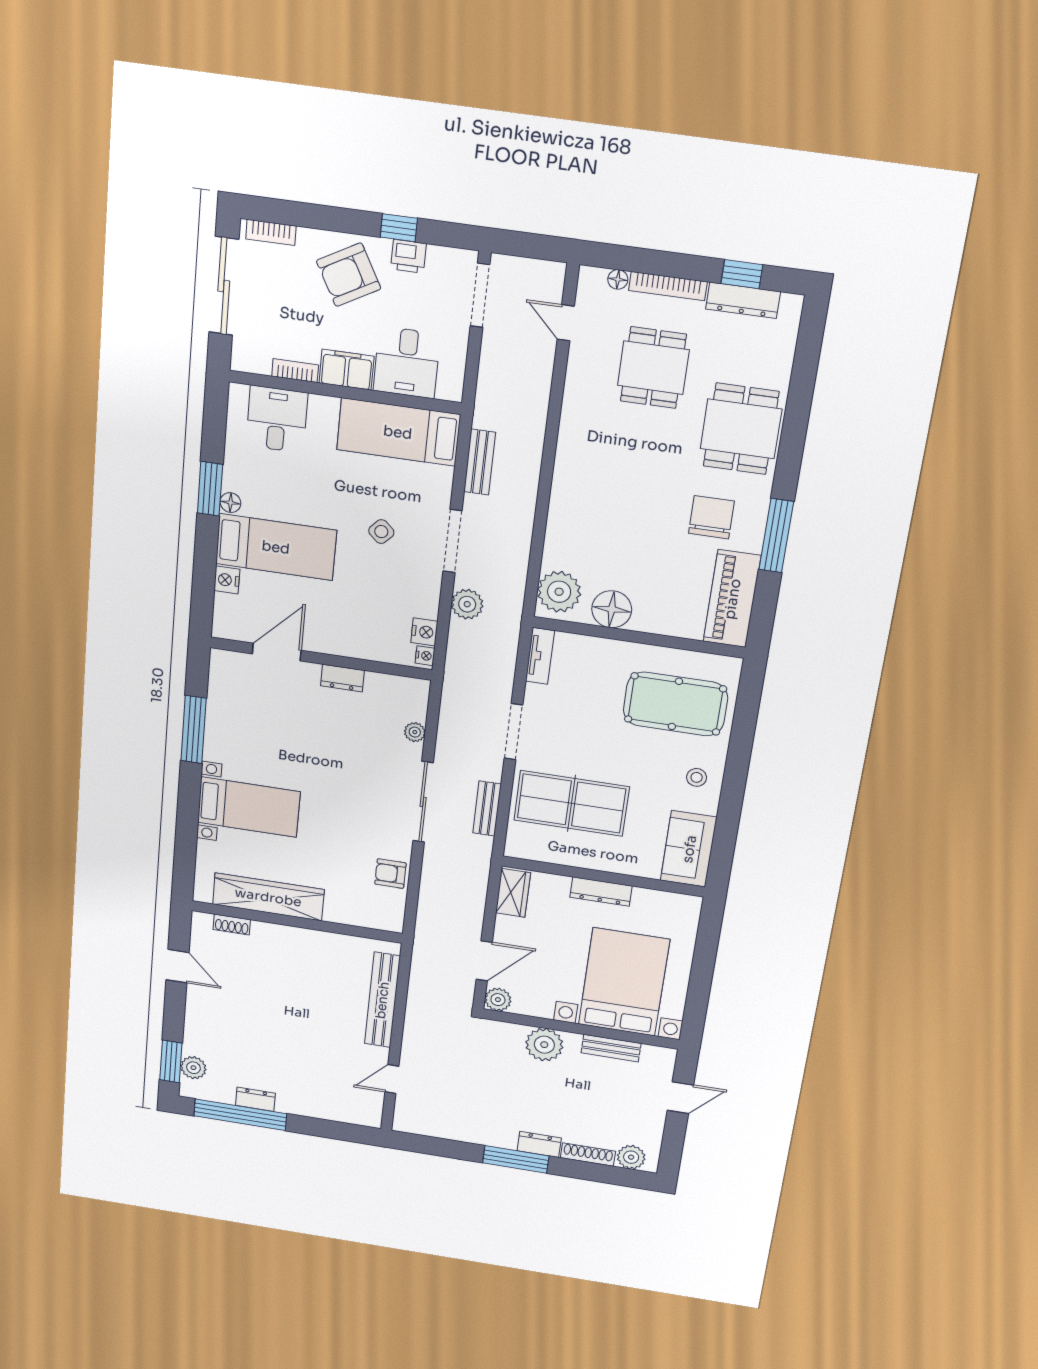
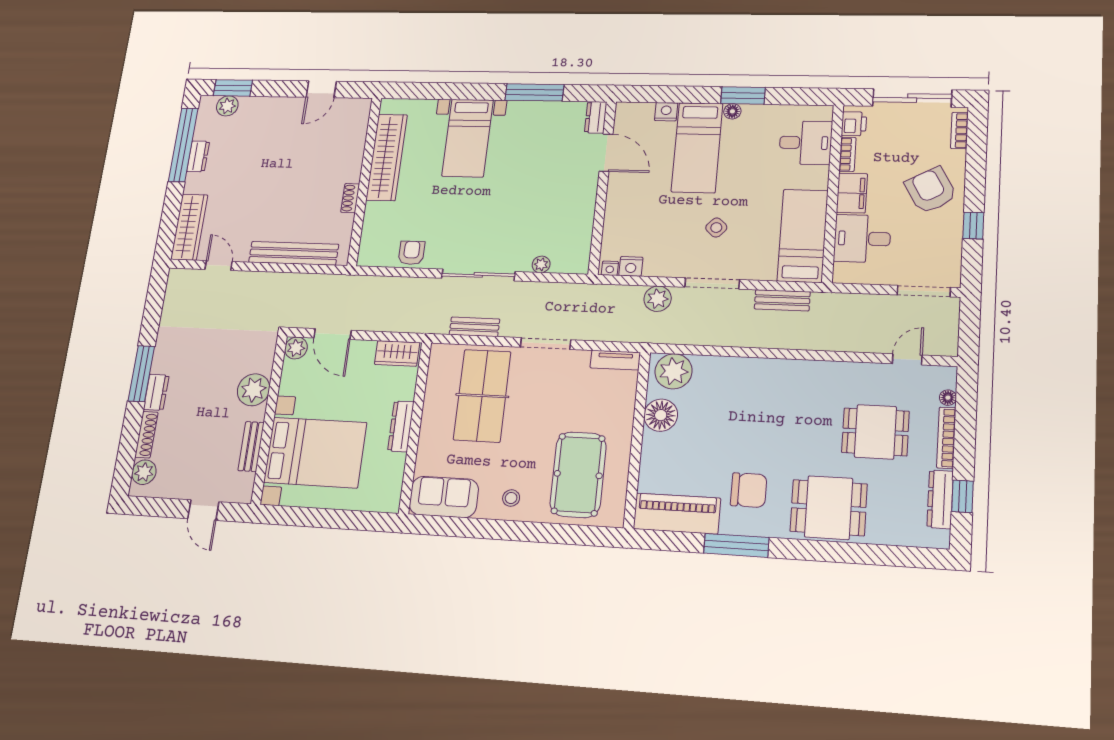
printer: (408, 256) -> (854, 124), moved, turned 180
dresser: (342, 678) -> (596, 117), moved
shoe rack: (232, 924) -> (350, 198), moved
wardrobe: (343, 1109) -> (189, 227), added

